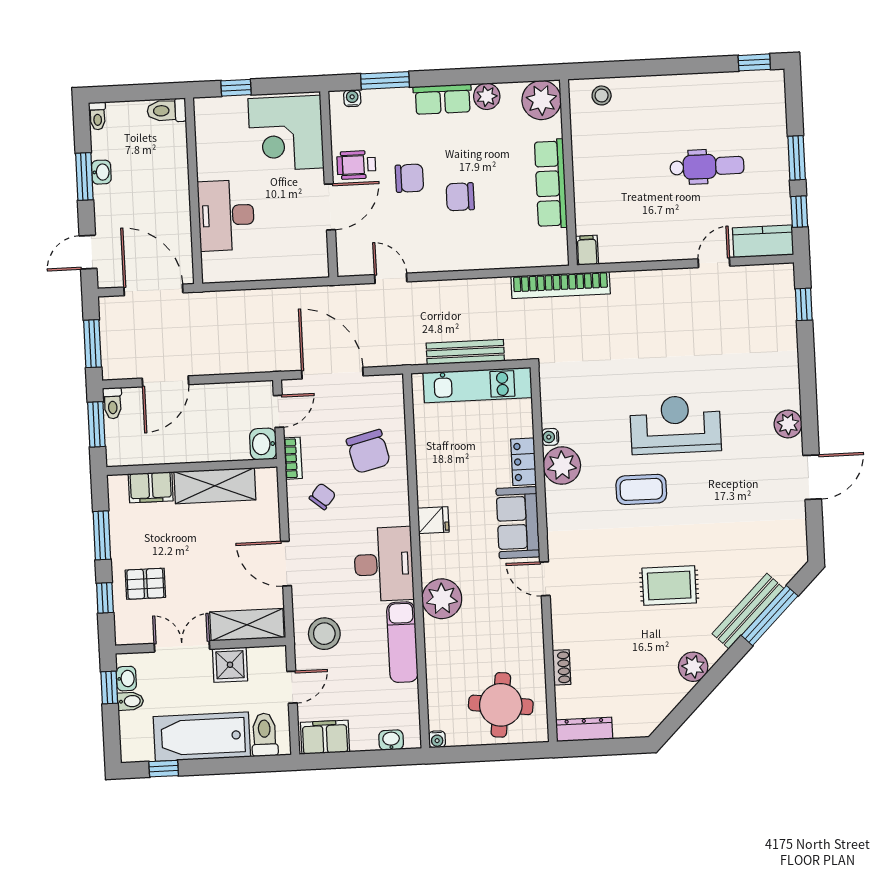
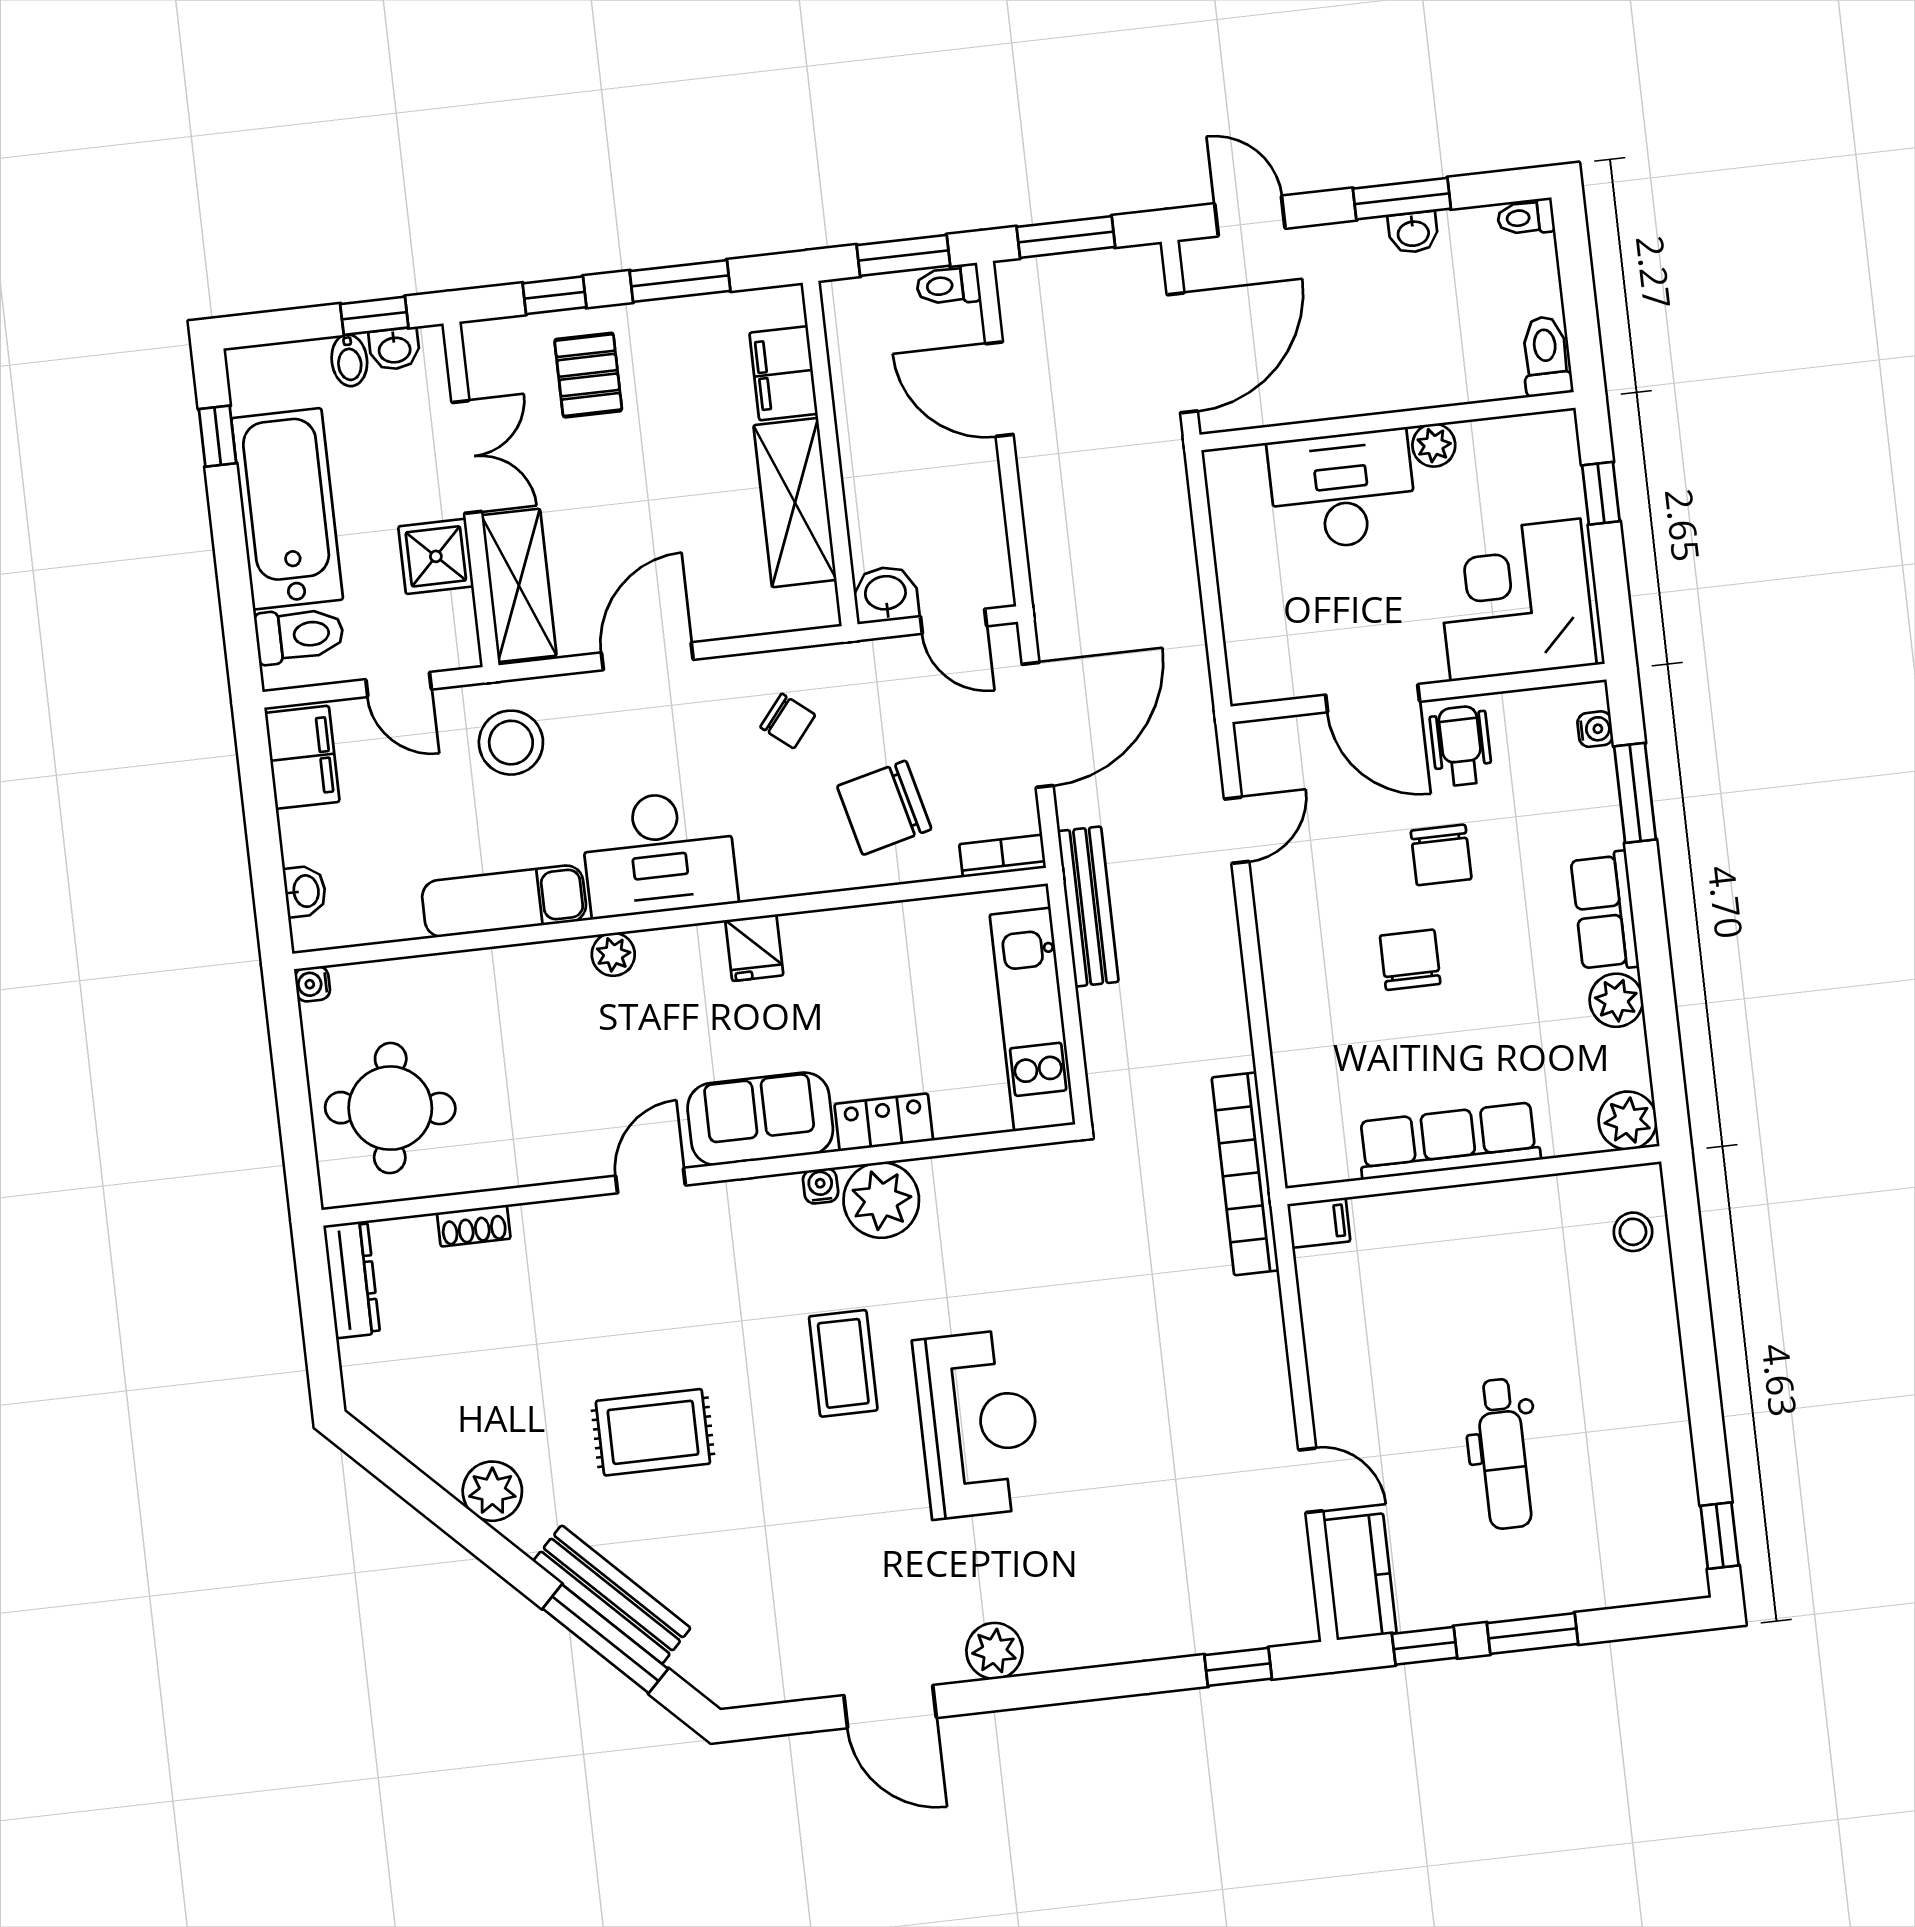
plant: (542, 100) -> (1628, 1121), width x0.73, depth x0.73
plant: (207, 169) -> (1434, 445), added
bench: (465, 352) -> (1088, 906), moved
water cooler: (550, 437) -> (821, 1186), moved
bookcase: (293, 458) -> (1003, 856), moved, turned 180
rug: (669, 586) -> (653, 1432), turned 90
plant: (442, 599) -> (613, 954), width x0.53, depth x0.53

